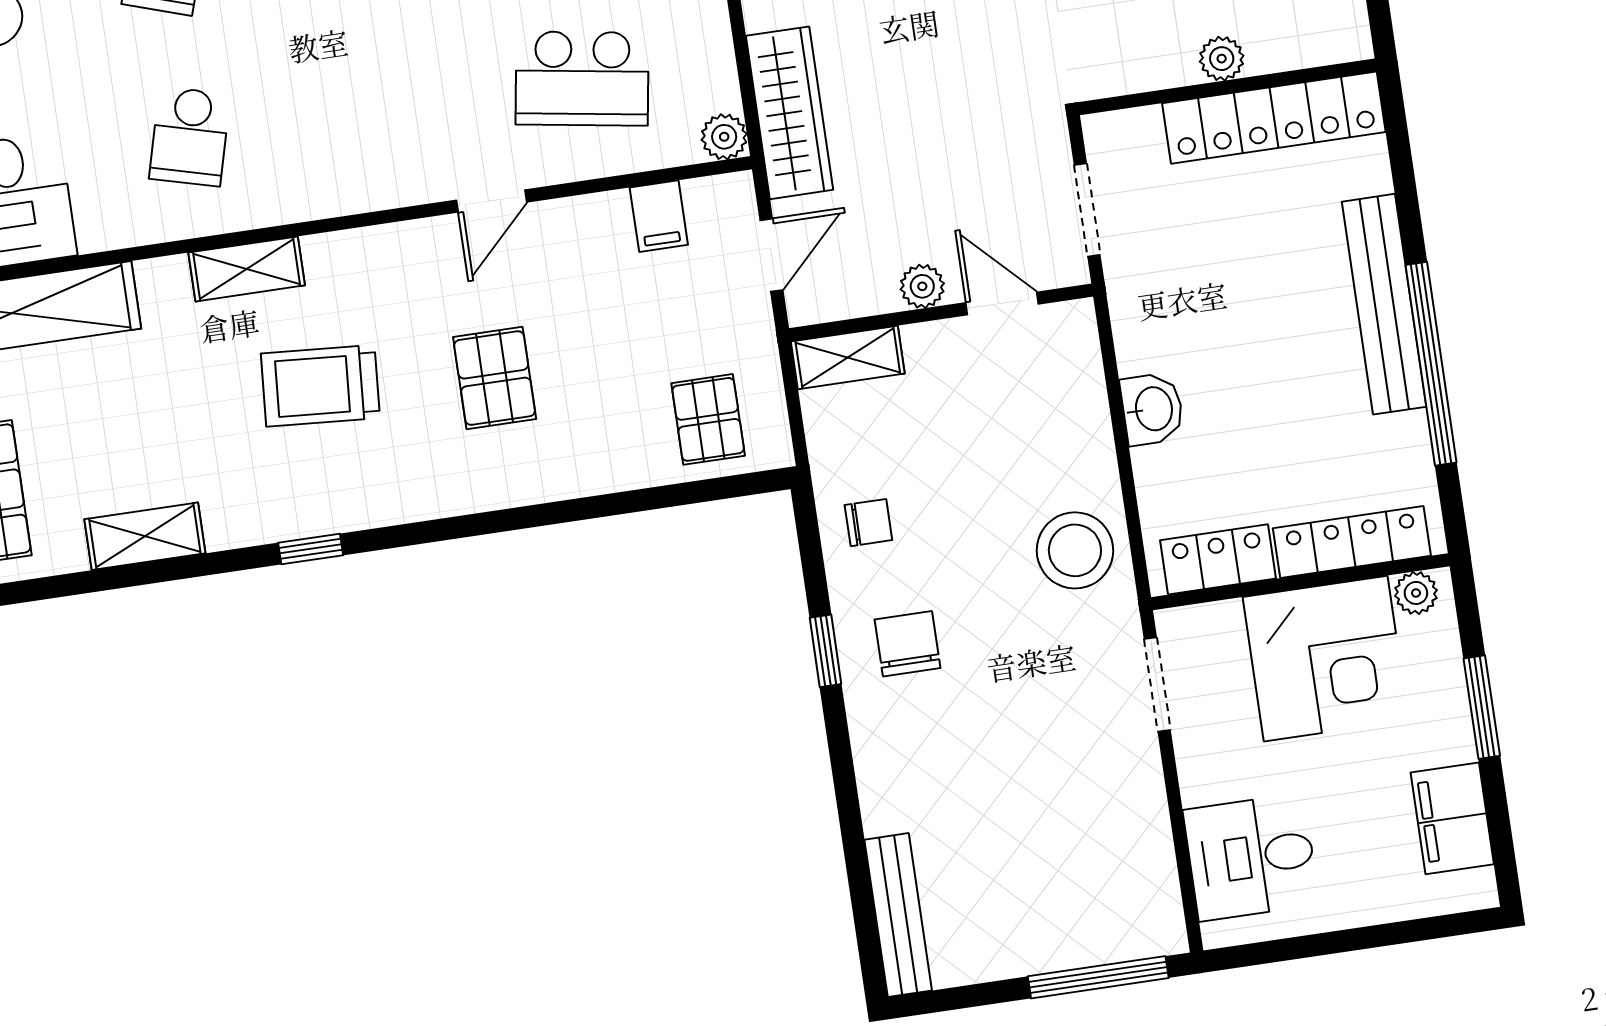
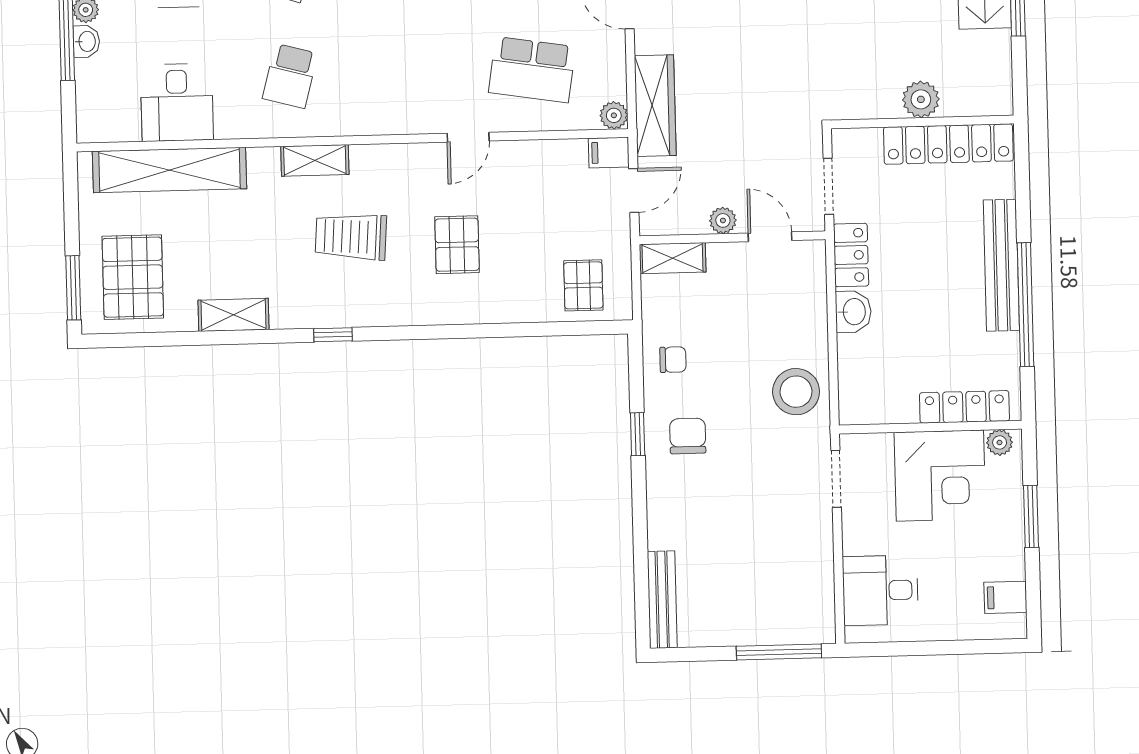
plant: (1222, 59) -> (921, 99), width x1.38, depth x1.38
filing cabinet: (659, 216) -> (609, 153), moved, turned 90
locker: (1218, 559) -> (851, 255), moved, turned 90
filing cabinet: (1452, 818) -> (1005, 597), width x0.50

